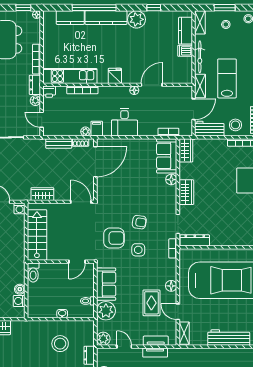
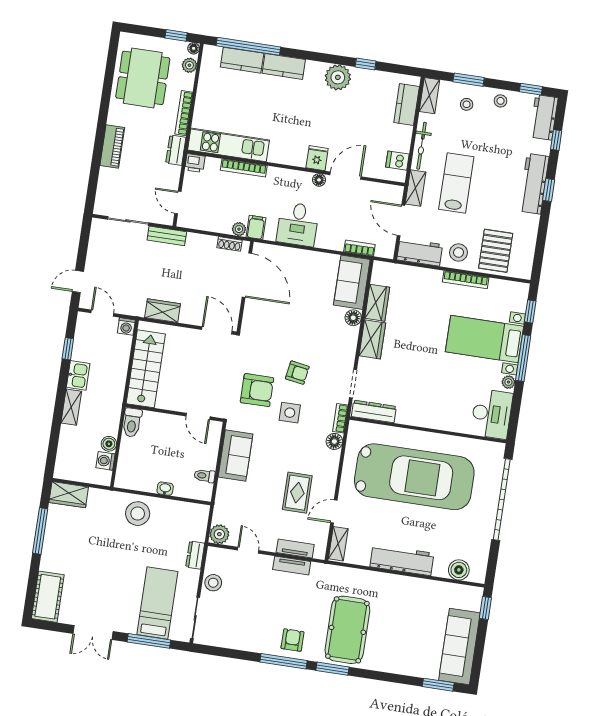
window: (94, 8) -> (248, 46), moved
kitchen counter: (106, 18) -> (284, 66), width x0.67
dishwasher: (185, 51) -> (397, 161), moved
fridge: (115, 76) -> (317, 158), moved
plant: (35, 101) -> (189, 65), moved
door: (193, 109) -> (401, 220), swing flipped
bench: (59, 143) -> (167, 236), moved
wardrobe: (186, 150) -> (377, 303), moved
door: (95, 162) -> (247, 275), hinge flipped
door: (77, 262) -> (198, 416), hinge flipped
floor lamp: (171, 286) -> (334, 441), moved
plant: (106, 311) -> (229, 494), removed
door: (178, 312) -> (334, 511), hinge flipped
stool: (60, 344) -> (138, 514), moved

